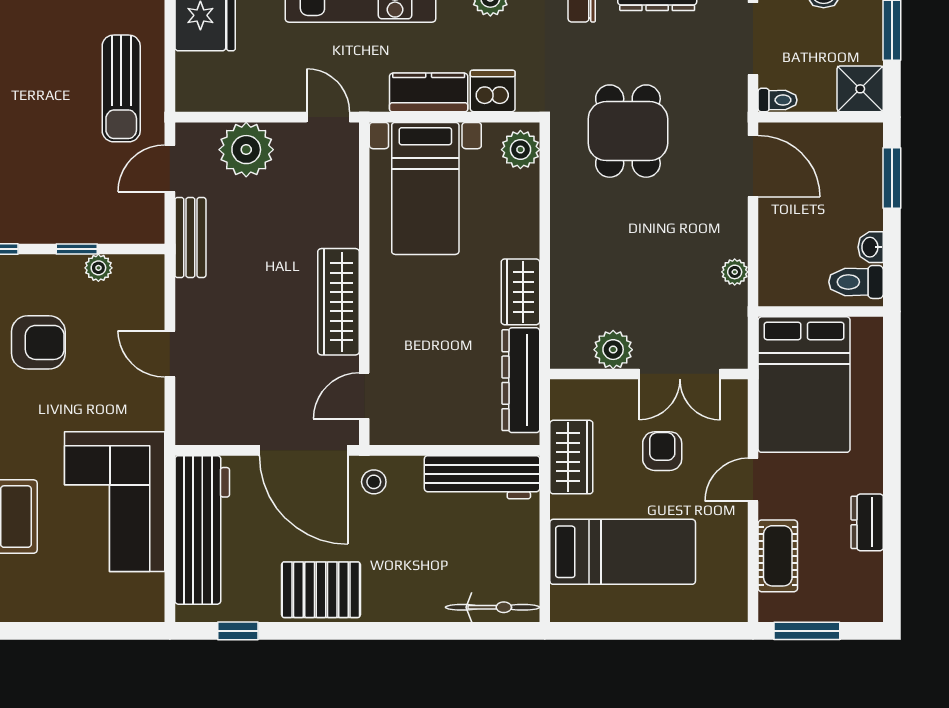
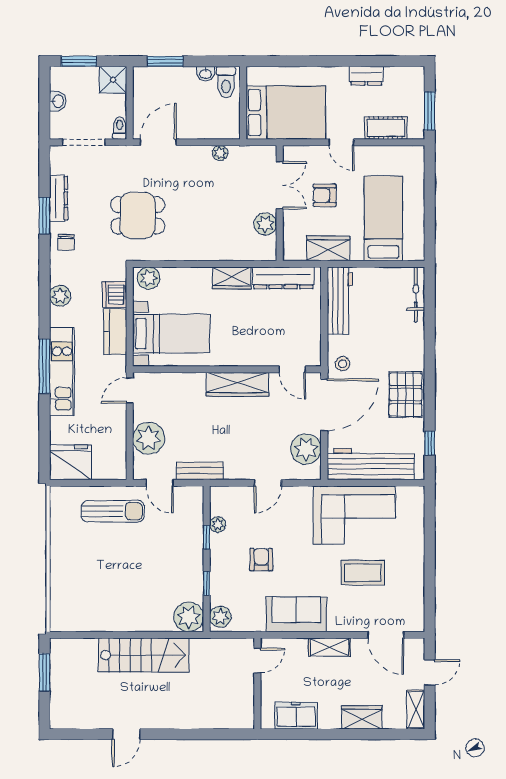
armchair: (38, 342) -> (261, 560), width x0.72, depth x0.72
plant: (228, 419) -> (306, 449), added

